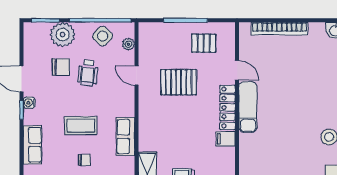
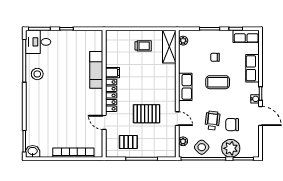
exam couch: (248, 107) -> (96, 70), moved
row of seats: (125, 137) -> (185, 87), moved

